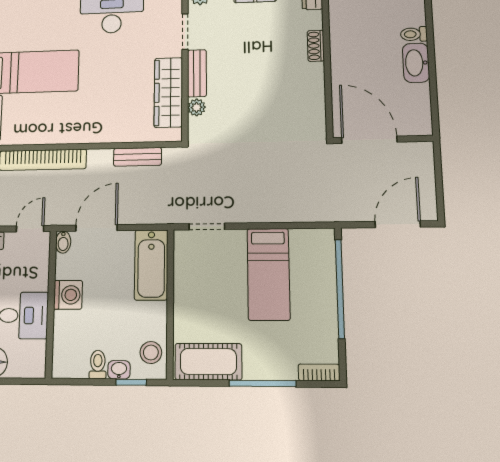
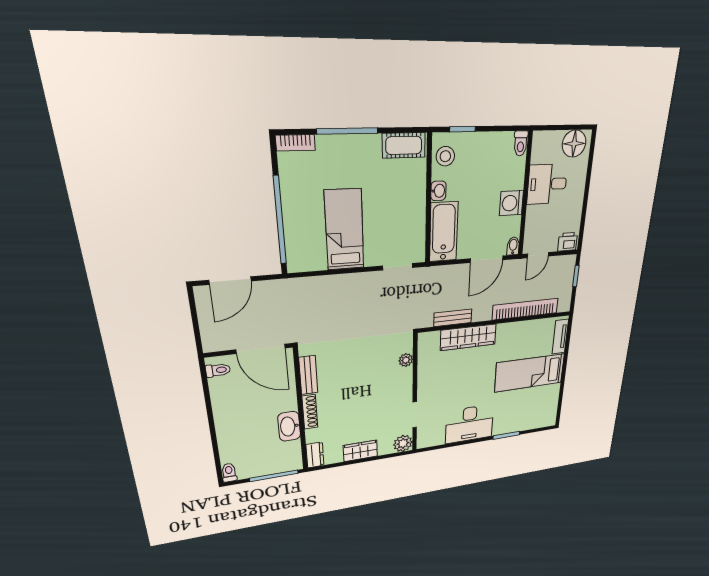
toilet: (414, 34) -> (218, 370), moved
shoe rack: (316, 46) -> (310, 412), width x1.43
washbasin: (416, 63) -> (289, 426), moved, turned 180
bench: (197, 73) -> (308, 375), moved
wardrobe: (168, 92) -> (468, 337), moved, turned 90
cot: (208, 362) -> (404, 145), width x0.73, depth x0.75
toilet: (98, 365) -> (521, 143), moved
washbasin: (119, 370) -> (438, 191), moved, turned -90

